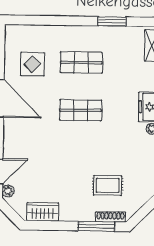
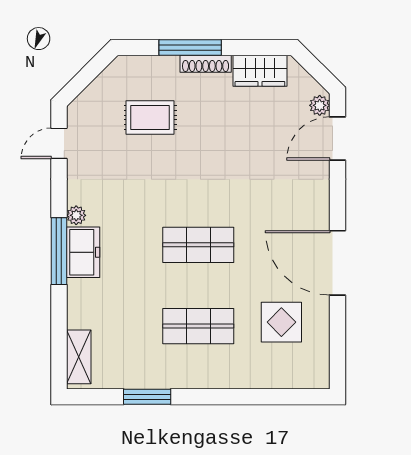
shoe rack: (110, 217) -> (206, 64), moved
window: (96, 226) -> (190, 47), moved

